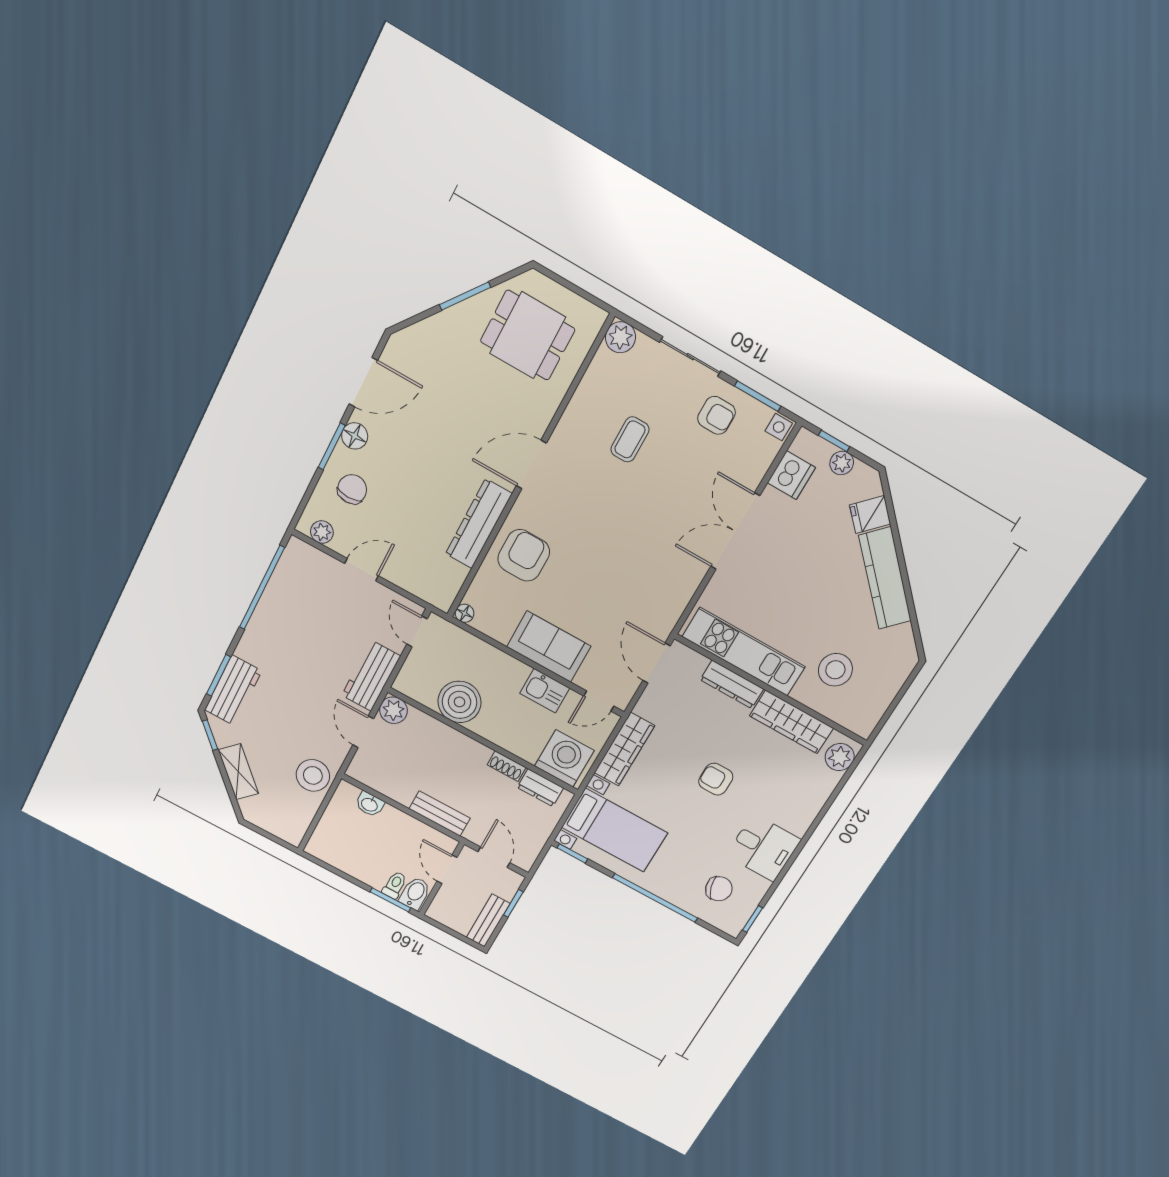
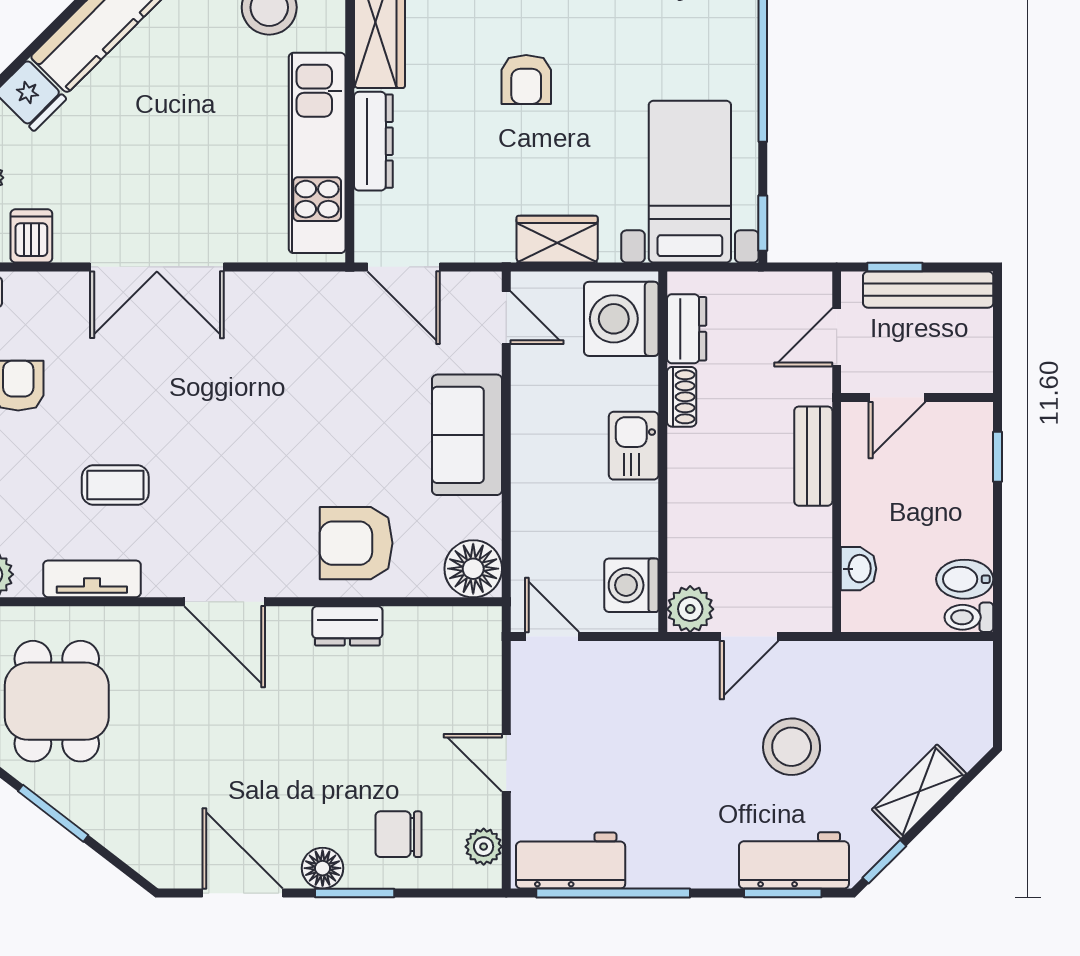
tv unit: (585, 396) -> (92, 579), added
dishwasher: (791, 475) -> (31, 236), width x0.73
dresser: (479, 524) -> (347, 626), width x0.51, depth x0.80
floor lamp: (464, 613) -> (473, 569), width x1.89, depth x1.89
door: (417, 631) -> (552, 637), swing flipped
door: (657, 663) -> (404, 267), hinge flipped
workbench: (371, 676) -> (571, 861), moved, turned 180
washing machine: (422, 687) -> (631, 585), added
kitchen sink: (545, 691) -> (634, 446), moved, turned 180
boiler: (460, 702) -> (623, 519), removed
wardrobe: (624, 749) -> (557, 239), width x0.67
stool: (313, 775) -> (792, 747), moved
toilet: (395, 885) -> (969, 617), moved
bidet: (415, 893) -> (965, 579), moved
window: (390, 900) -> (997, 457), width x0.67
bench: (488, 921) -> (928, 290), width x1.36

